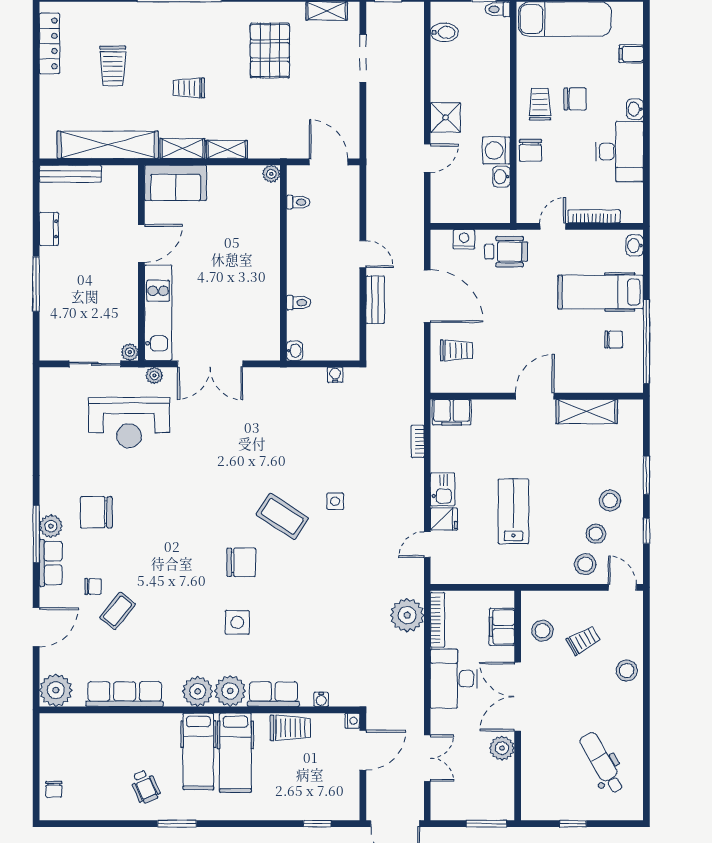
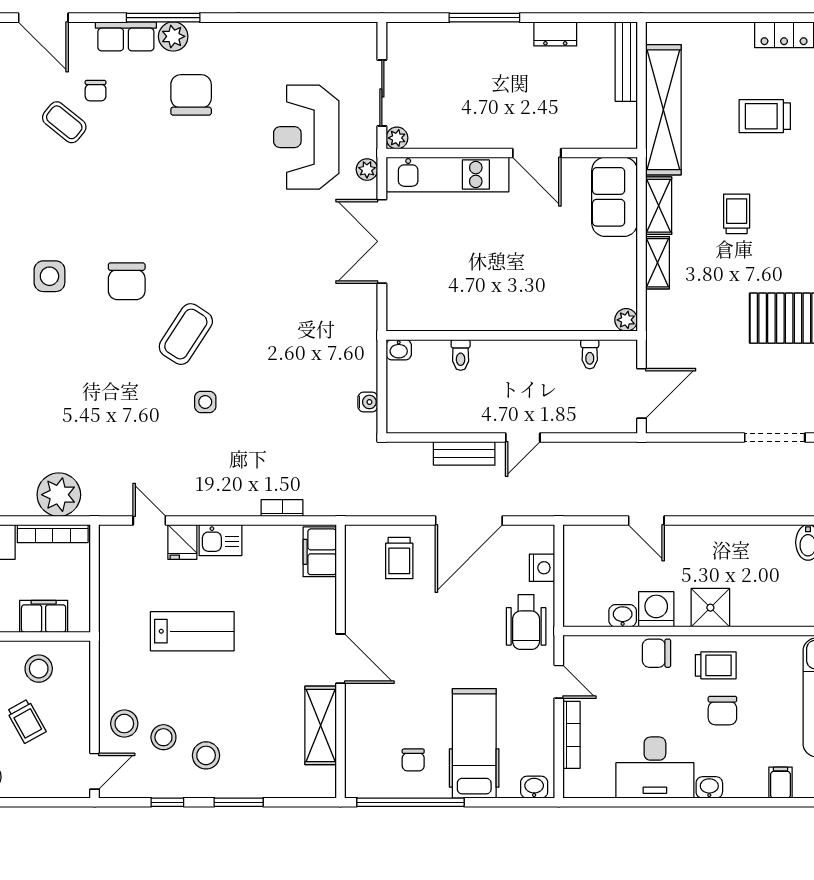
shower: (445, 118) -> (710, 608), moved

